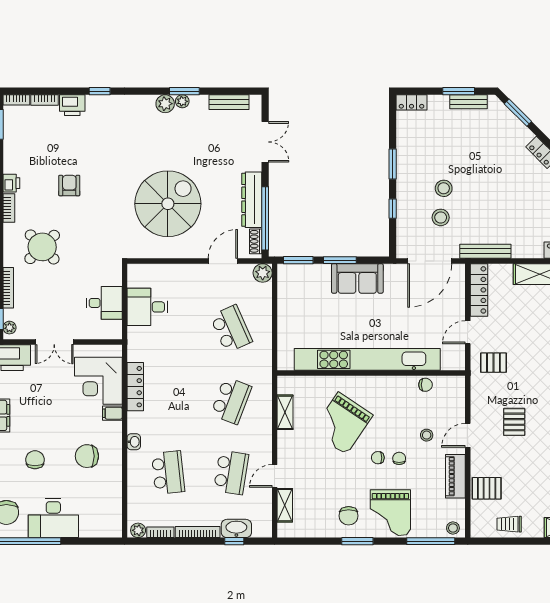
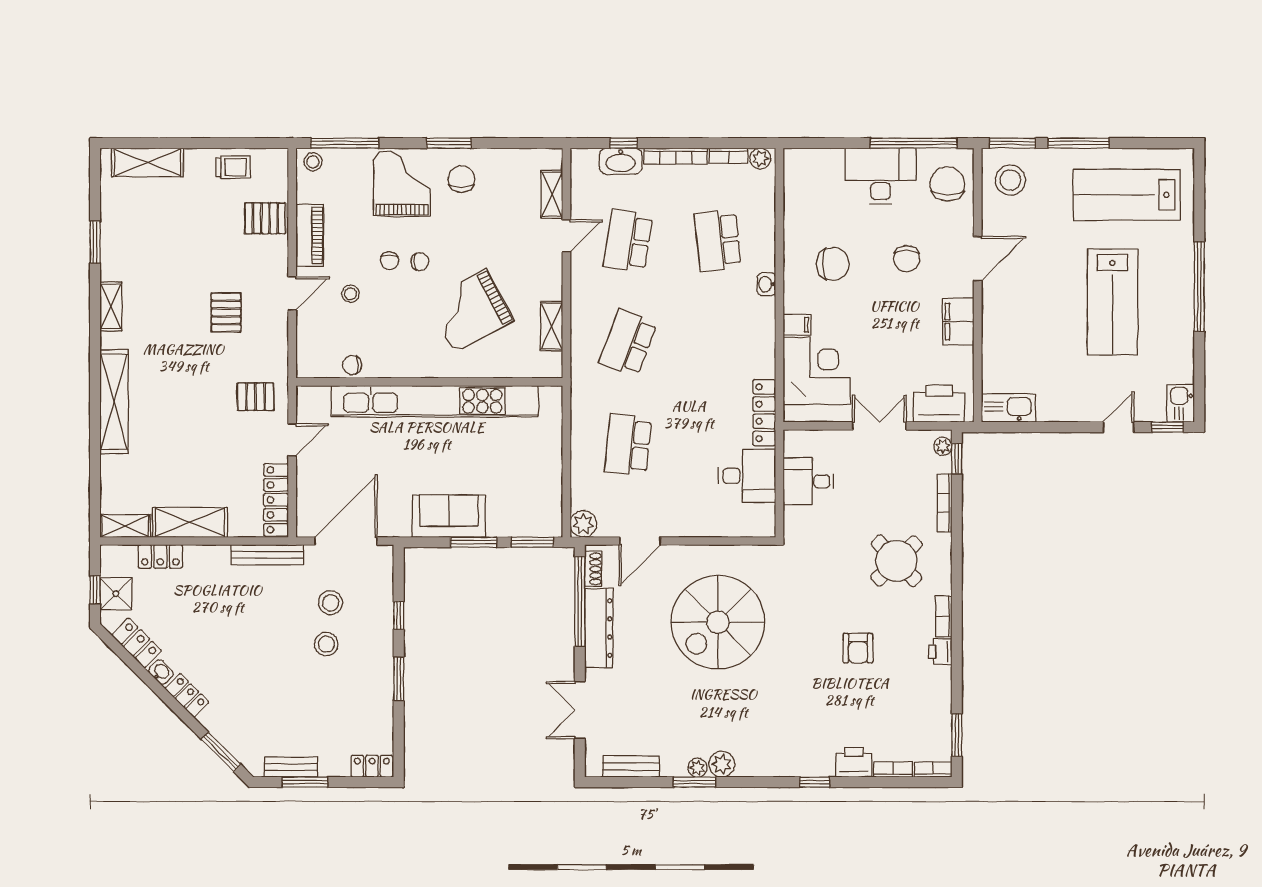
school desk: (231, 329) -> (628, 445), turned 30
locker: (135, 387) -> (764, 413), moved
grand piano: (342, 423) -> (470, 311), turned -152

